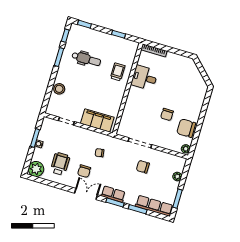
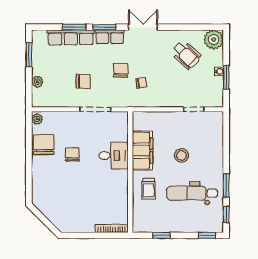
dental chair: (86, 59) -> (192, 193), width x1.36, depth x1.38
desk: (144, 78) -> (114, 156), moved
stool: (59, 89) -> (181, 155), moved
filing cabinet: (97, 120) -> (142, 151), moved, turned -90
chair: (186, 128) -> (44, 145), turned -90
wheelchair: (60, 164) -> (186, 55), turned -46
chair: (84, 171) -> (121, 70), moved
double door: (86, 194) -> (143, 27), swing flipped
row of seats: (154, 206) -> (71, 37), moved

